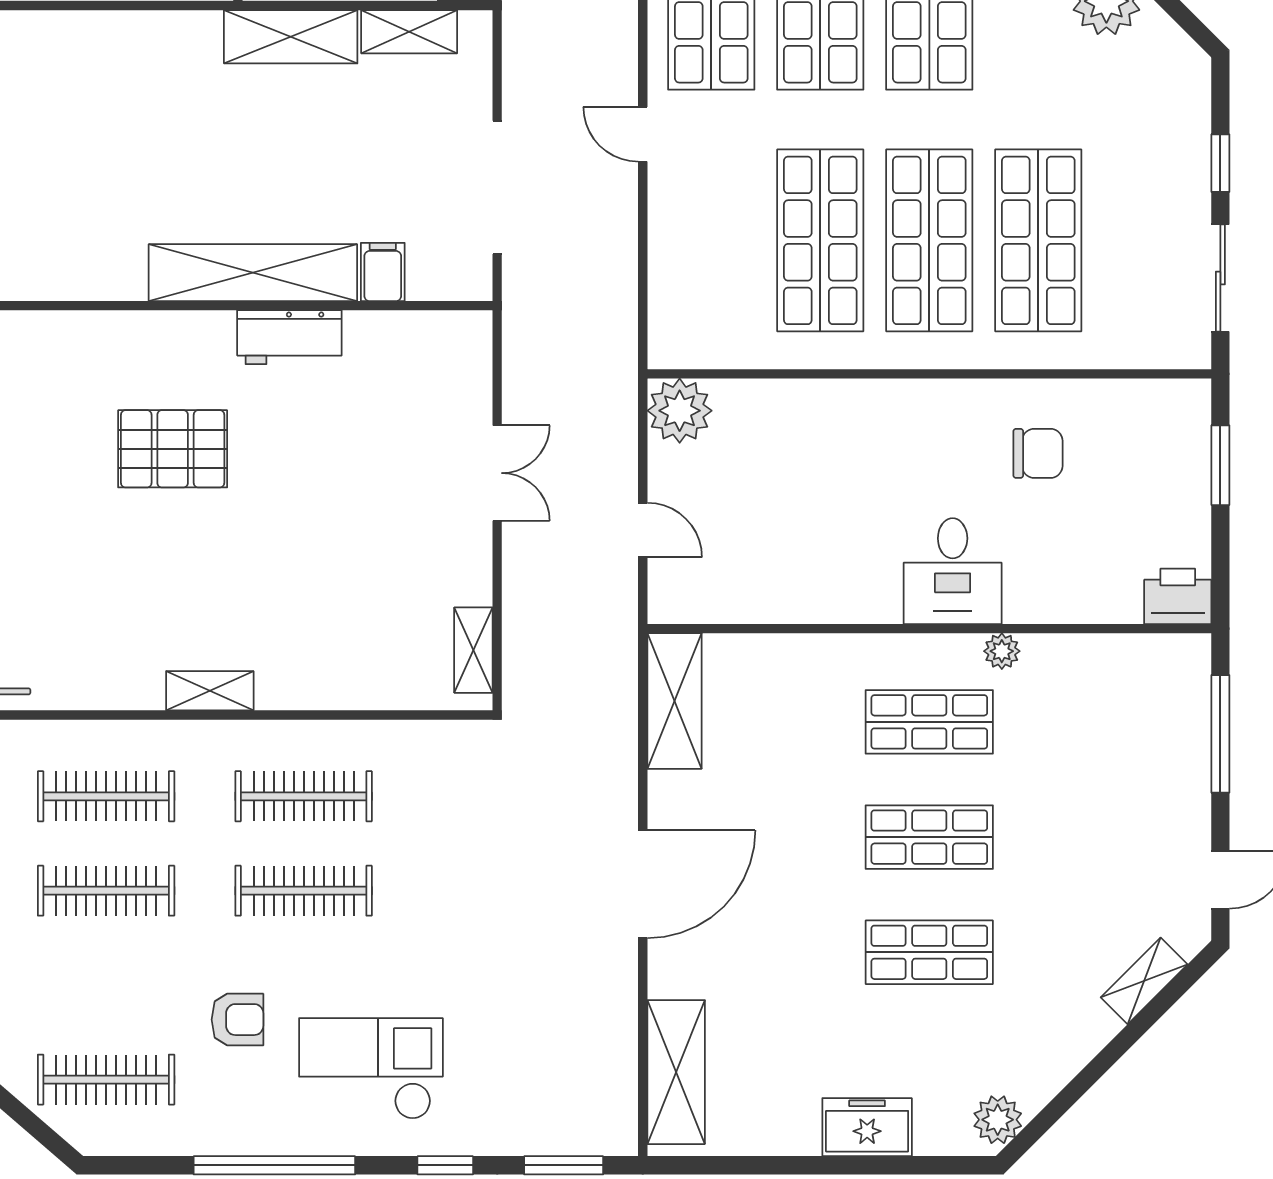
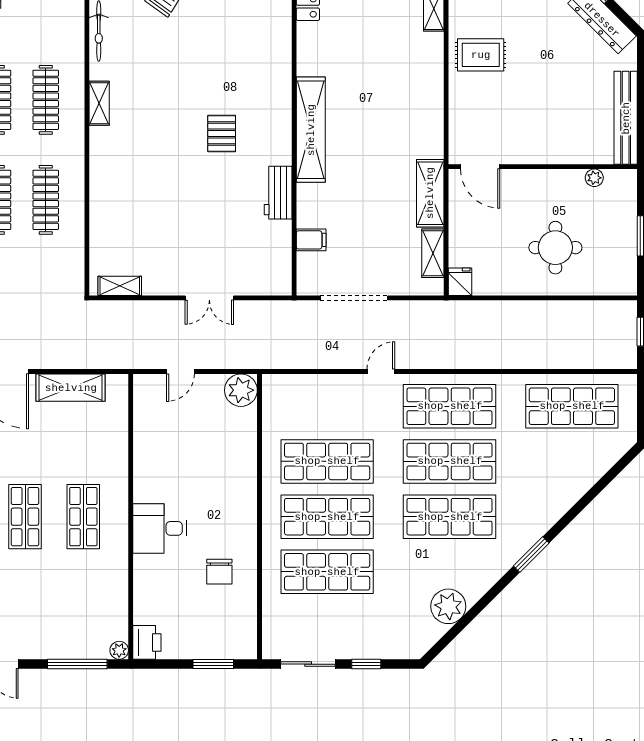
shelving: (253, 273) -> (311, 130), moved
pallet: (173, 449) -> (222, 134), width x0.67, depth x0.71
plant: (1002, 651) -> (119, 650), moved
shelving: (210, 691) -> (99, 103), moved
shelving: (674, 701) -> (71, 388), moved

